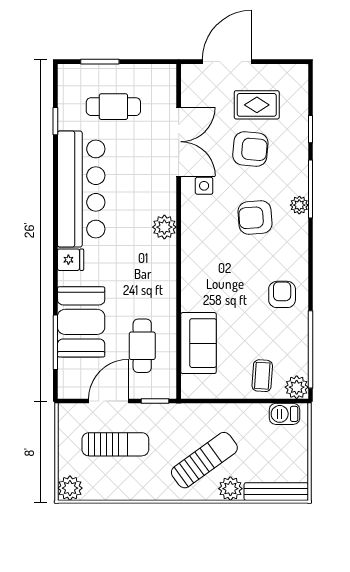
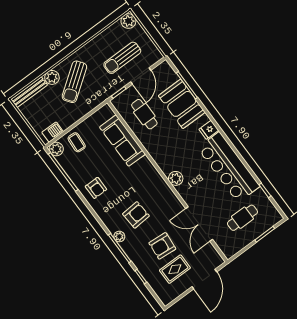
side table: (204, 186) -> (171, 212), removed
sofa: (198, 343) -> (122, 141), width x1.36

